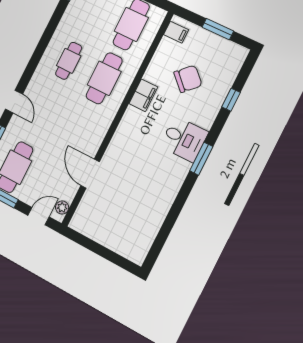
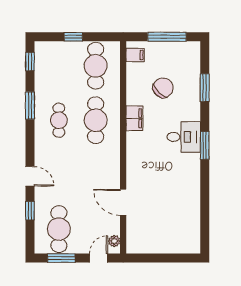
window: (218, 29) -> (167, 37), width x1.44
window: (48, 33) -> (30, 105), added
window: (231, 100) -> (205, 88), width x1.50

